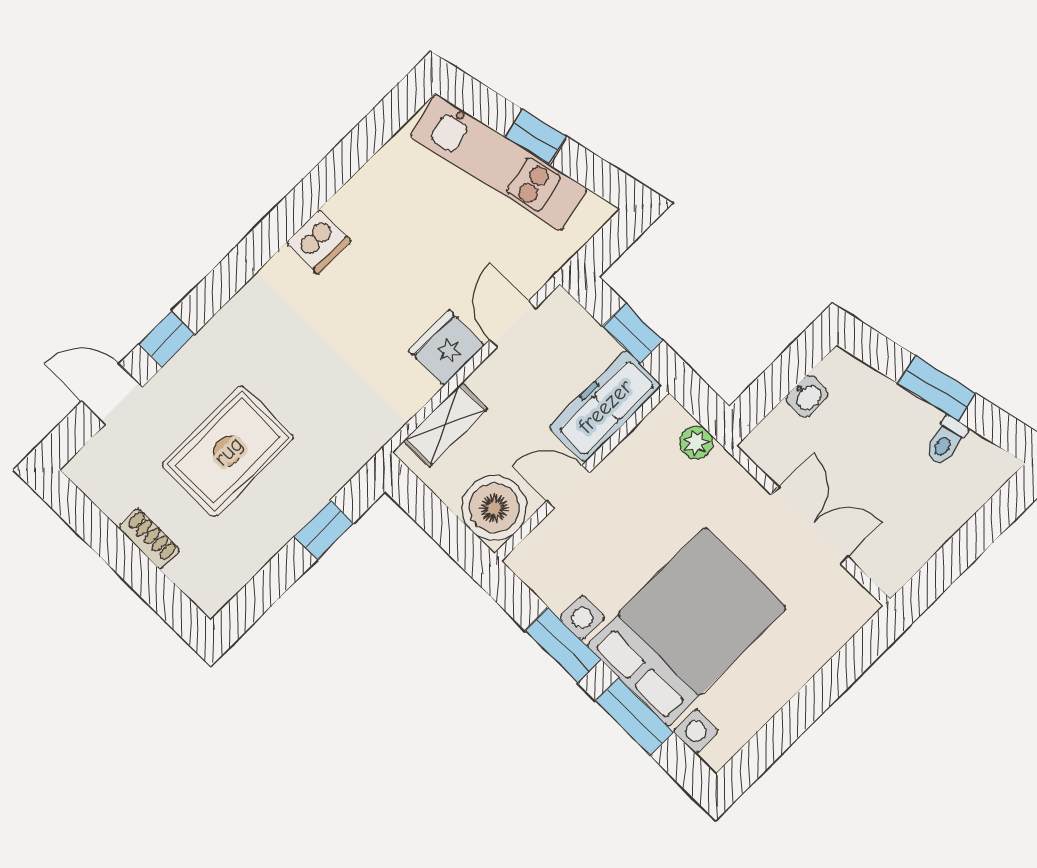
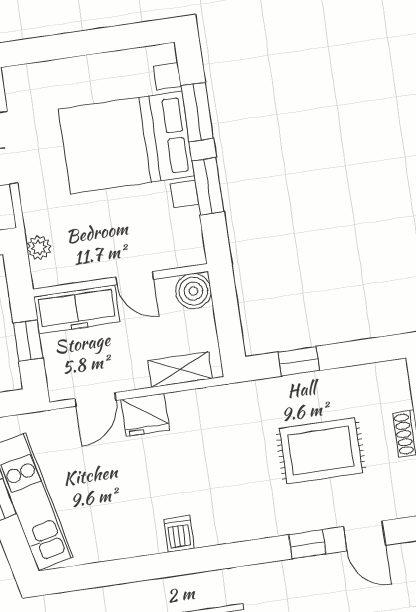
dishwasher: (319, 242) -> (179, 534), width x0.73
boiler: (494, 508) -> (193, 291), width x0.73, depth x0.73

